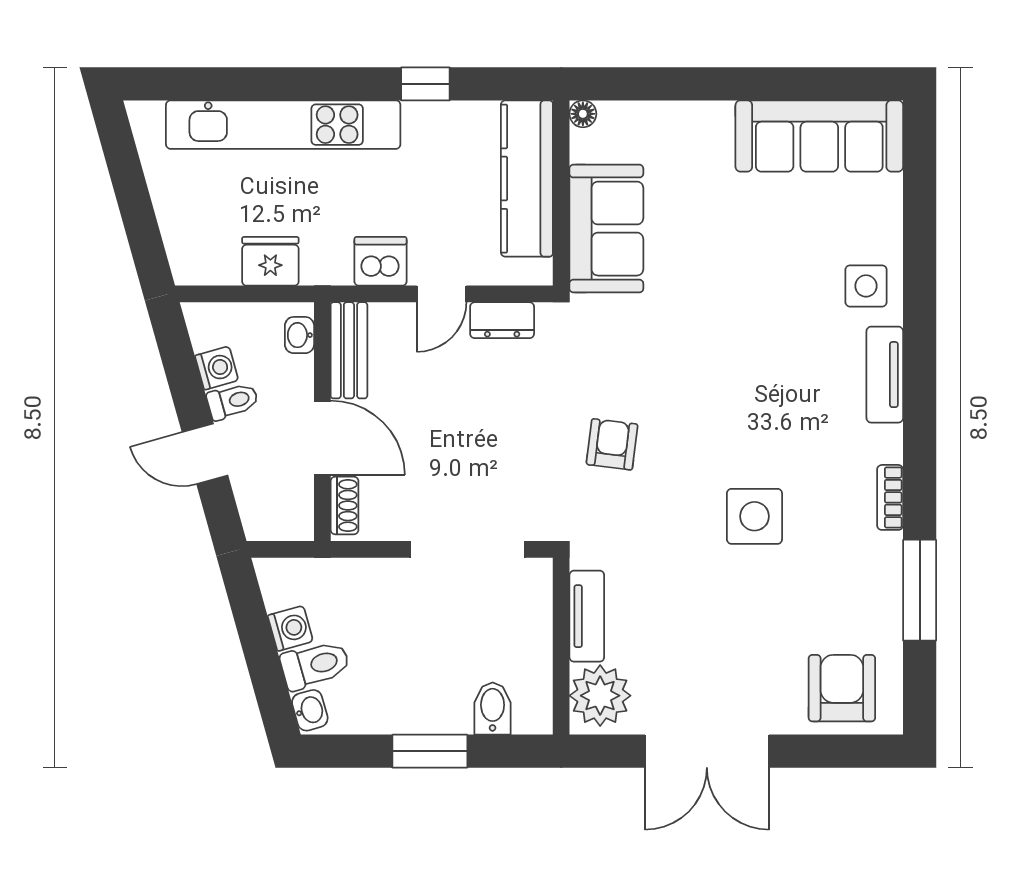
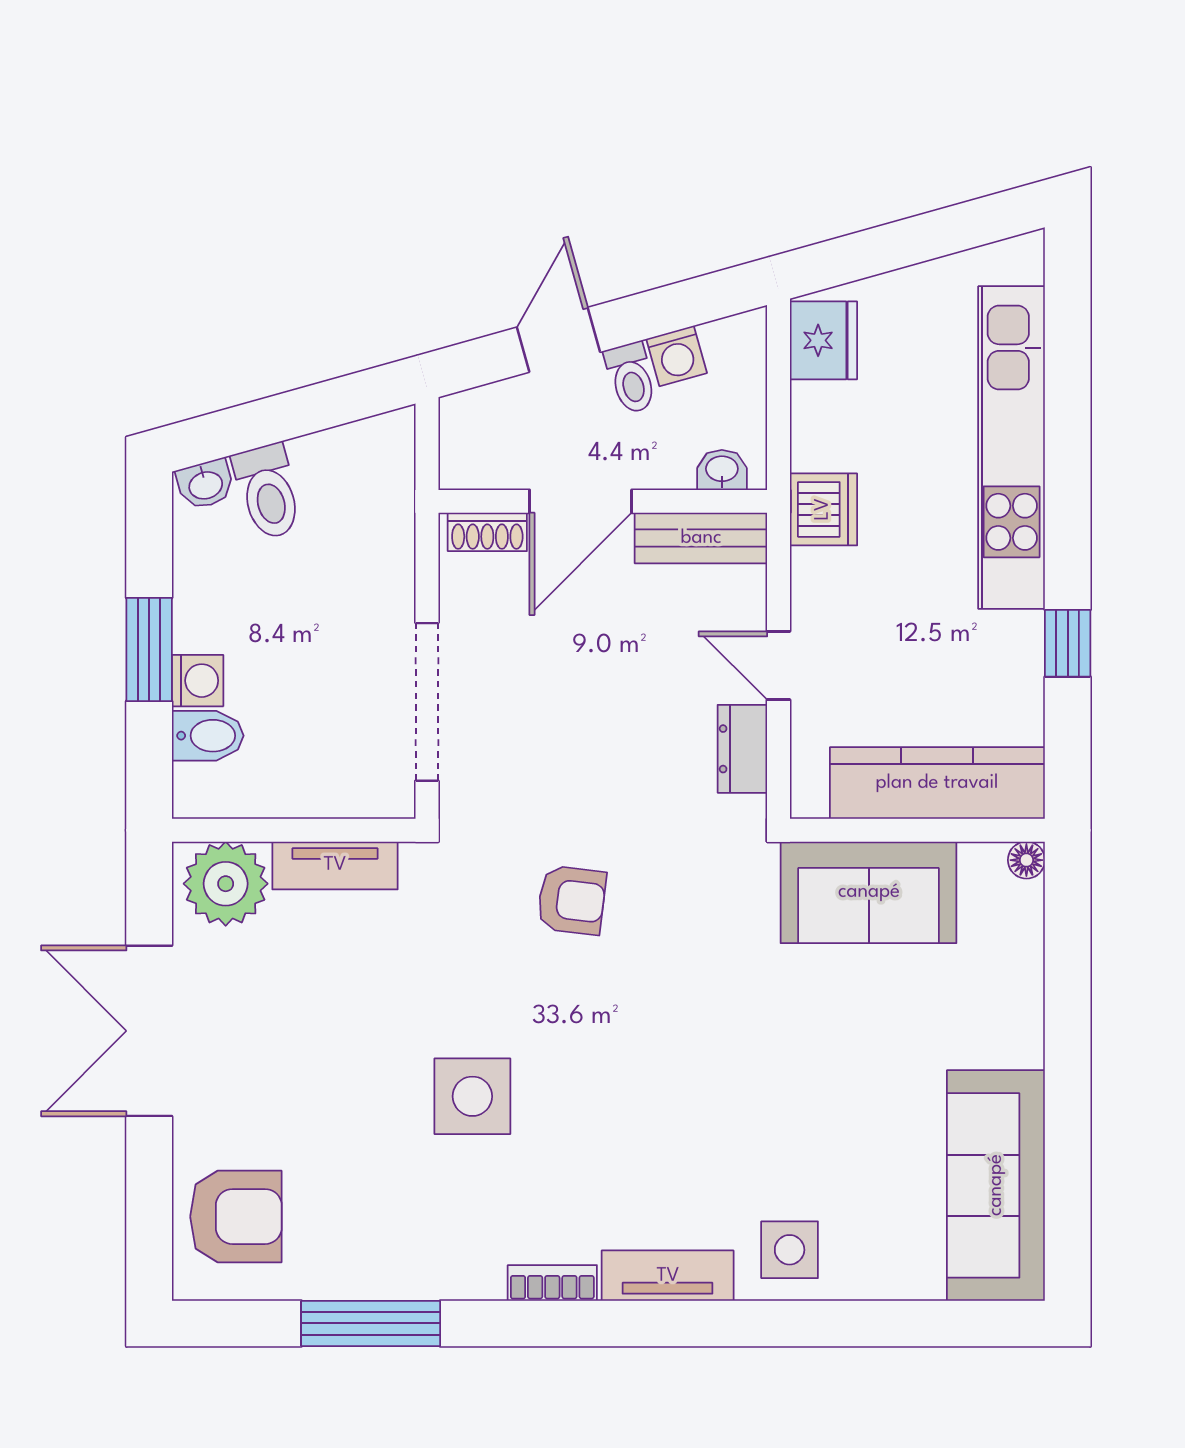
fridge: (270, 261) -> (823, 340), moved
dishwasher: (381, 261) -> (823, 509), moved
bookcase: (890, 497) -> (552, 1283), moved
washing machine: (290, 628) -> (198, 681), moved, turned -74

